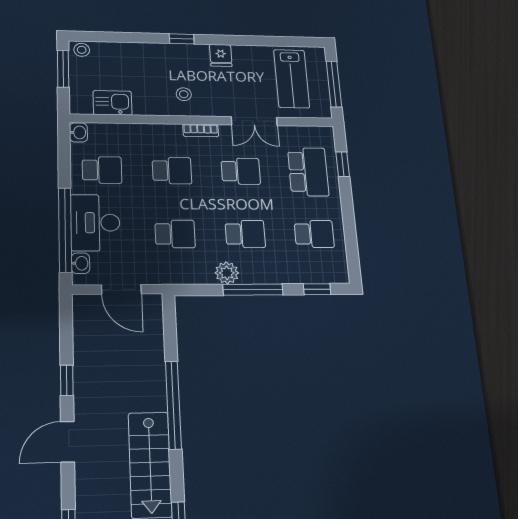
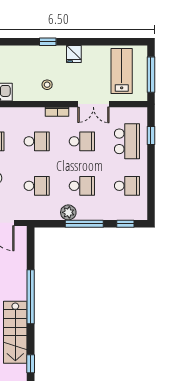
lab bench: (292, 79) -> (122, 71), turned 180

